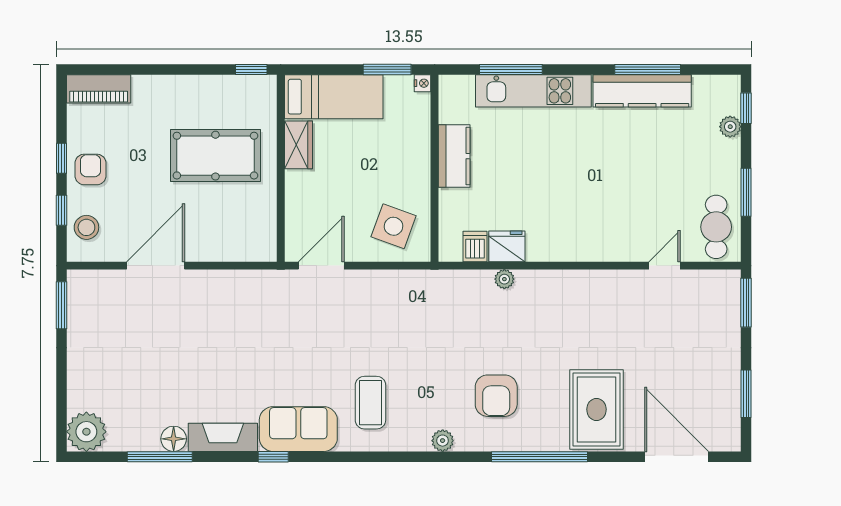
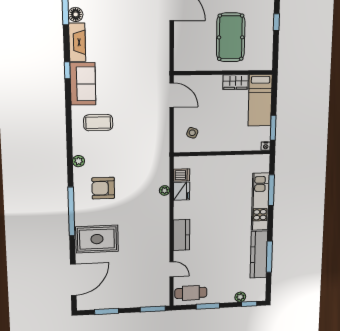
window: (251, 69) -> (276, 22), moved
kitchen counter: (454, 156) -> (181, 235), moved, turned -90
side table: (394, 226) -> (192, 133), width x0.54, depth x0.54

